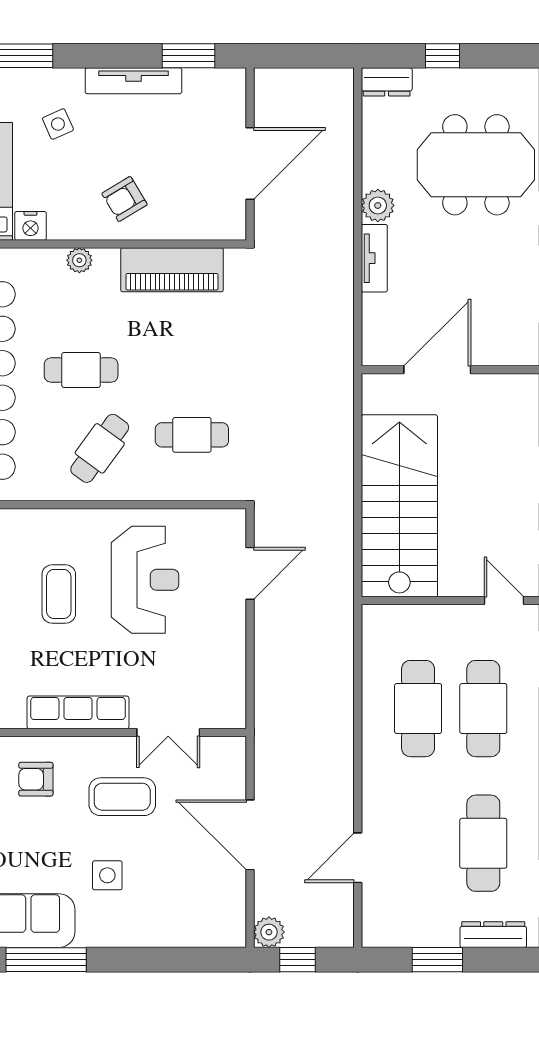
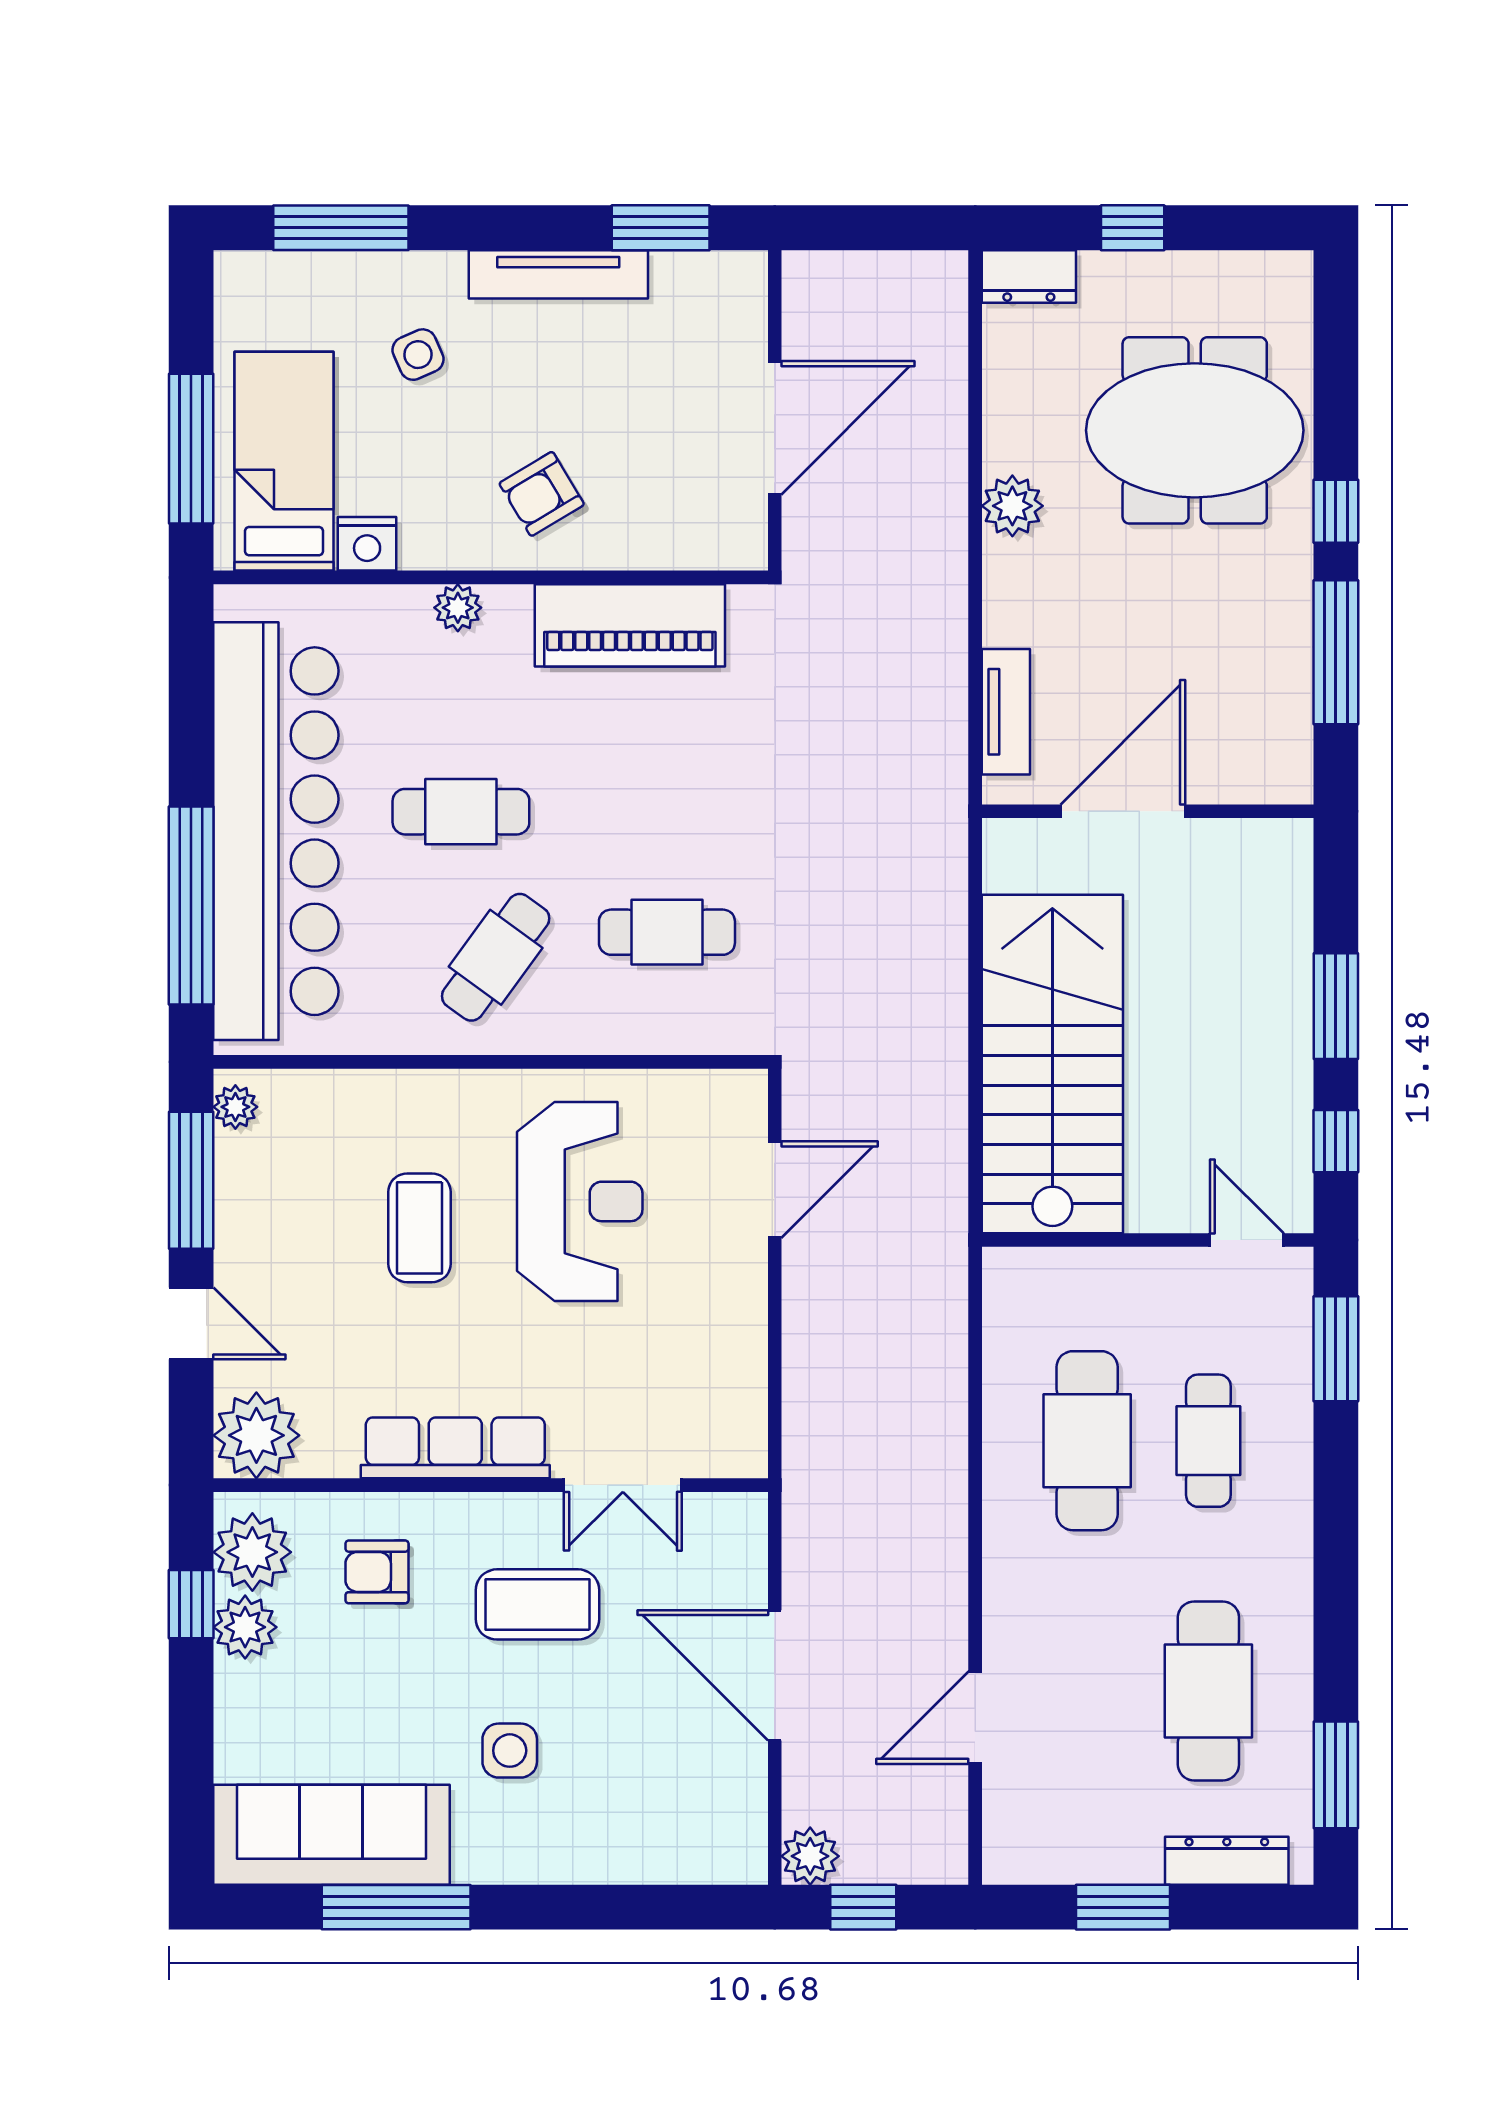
tv unit: (374, 258) -> (1006, 712), moved
cafe table: (483, 709) -> (1208, 1441), width x0.73, depth x0.74

